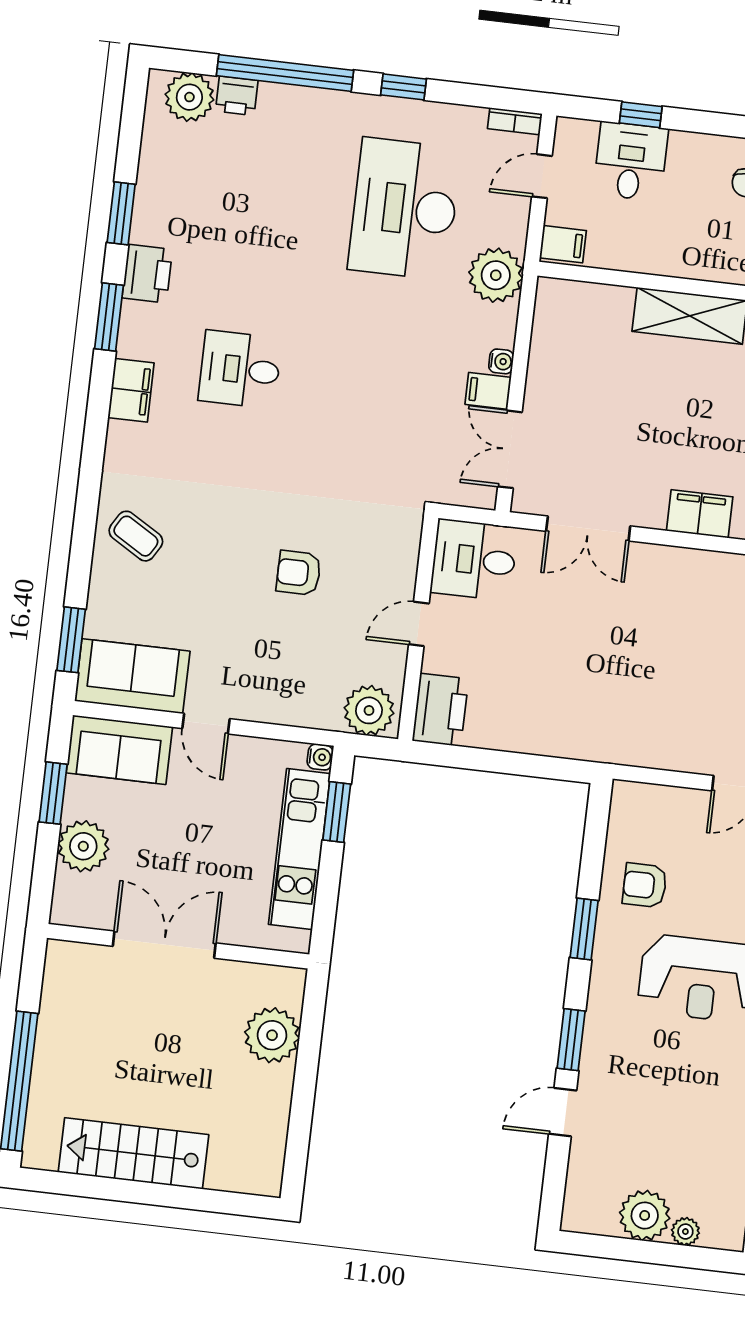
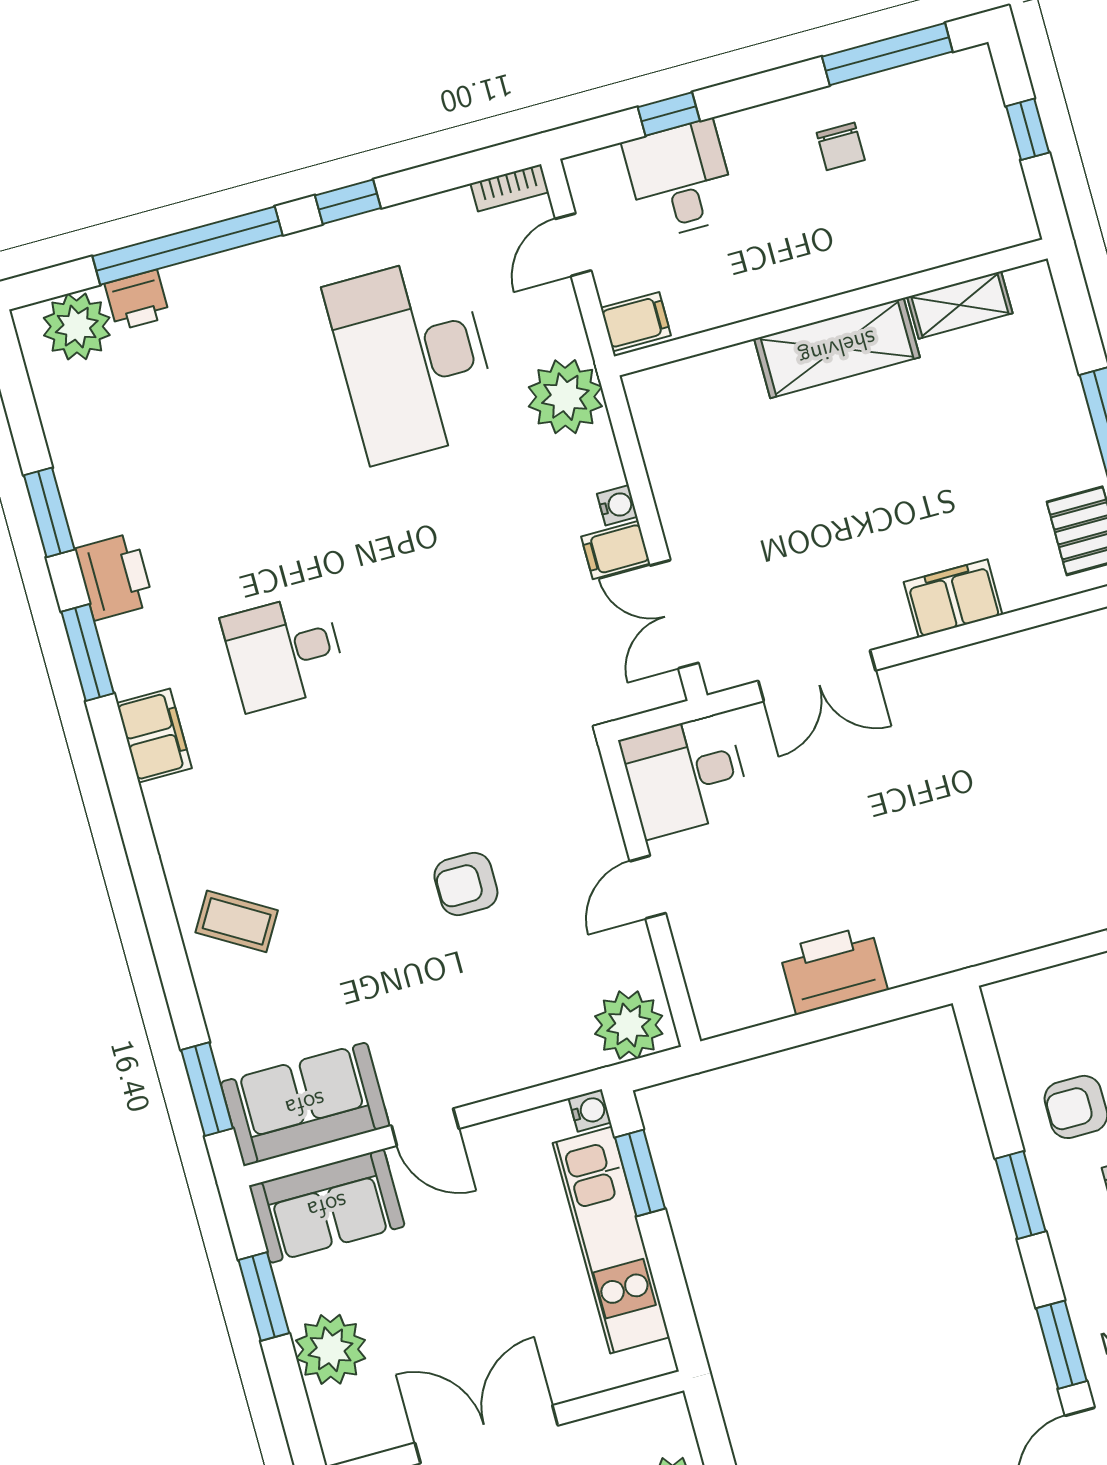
printer: (440, 710) -> (833, 970), moved, turned -90

